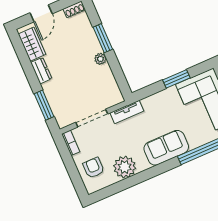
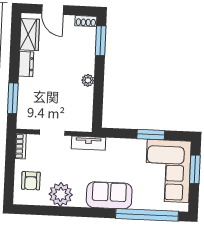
door: (41, 13) -> (53, 10), hinge flipped
window: (103, 38) -> (101, 41), moved
doorway: (92, 118) -> (52, 133), width x0.73
armchair: (94, 168) -> (31, 181), turned 180

